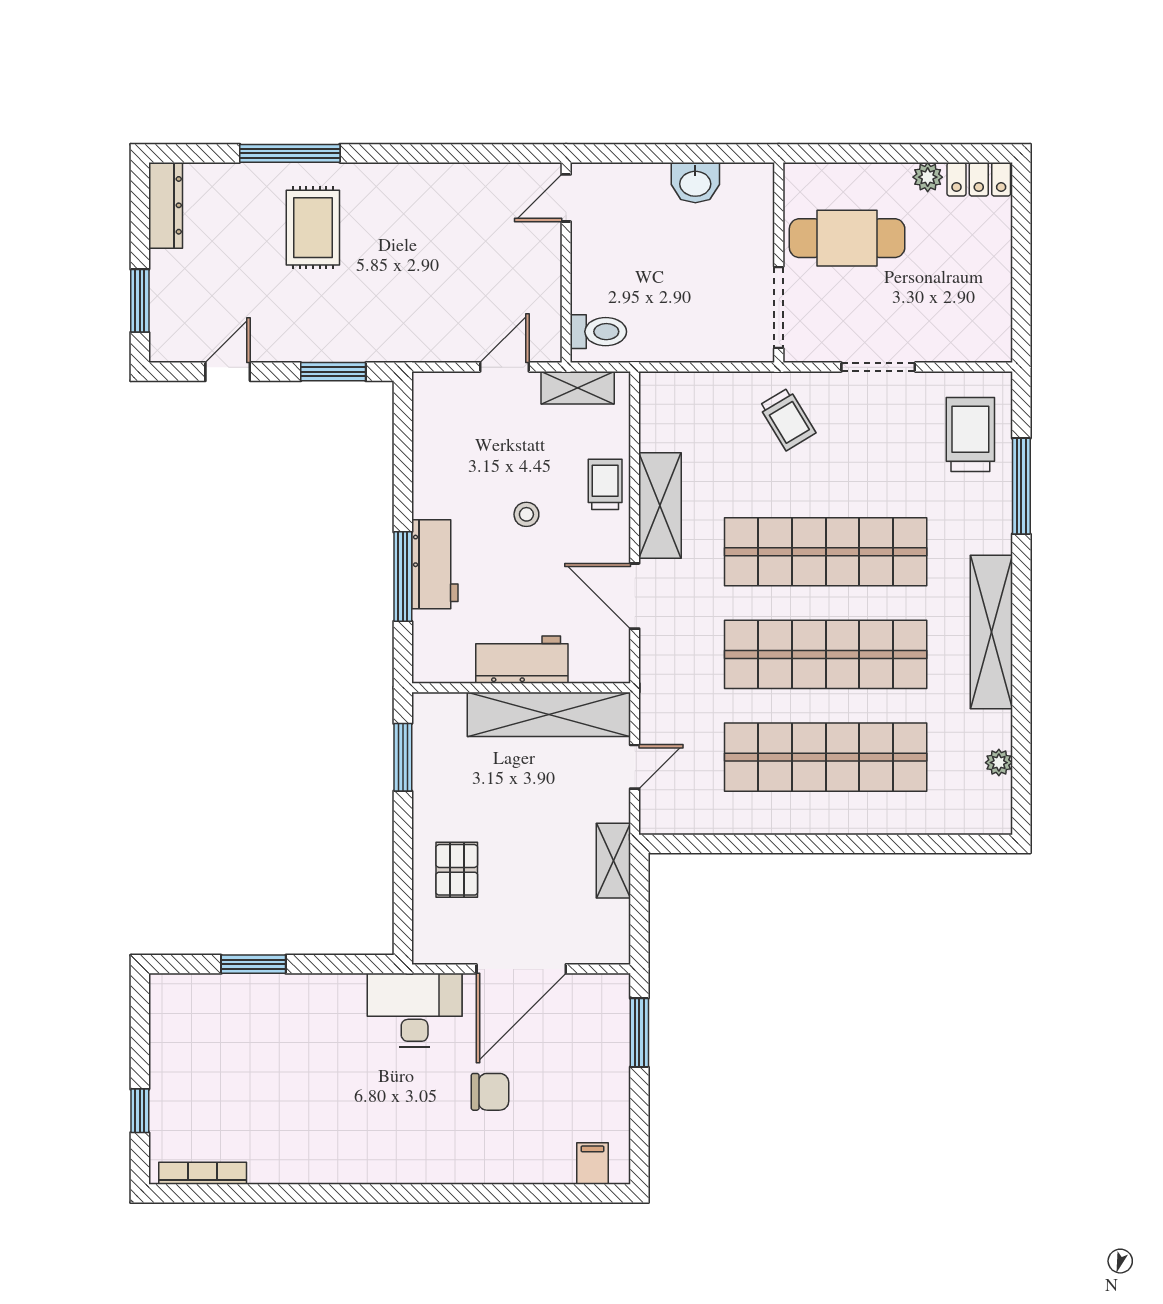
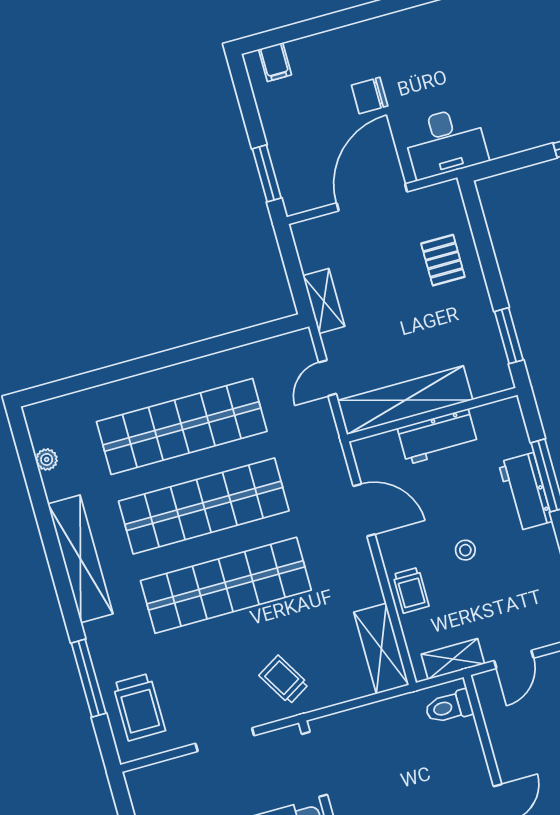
shelving: (660, 505) -> (381, 649), moved

